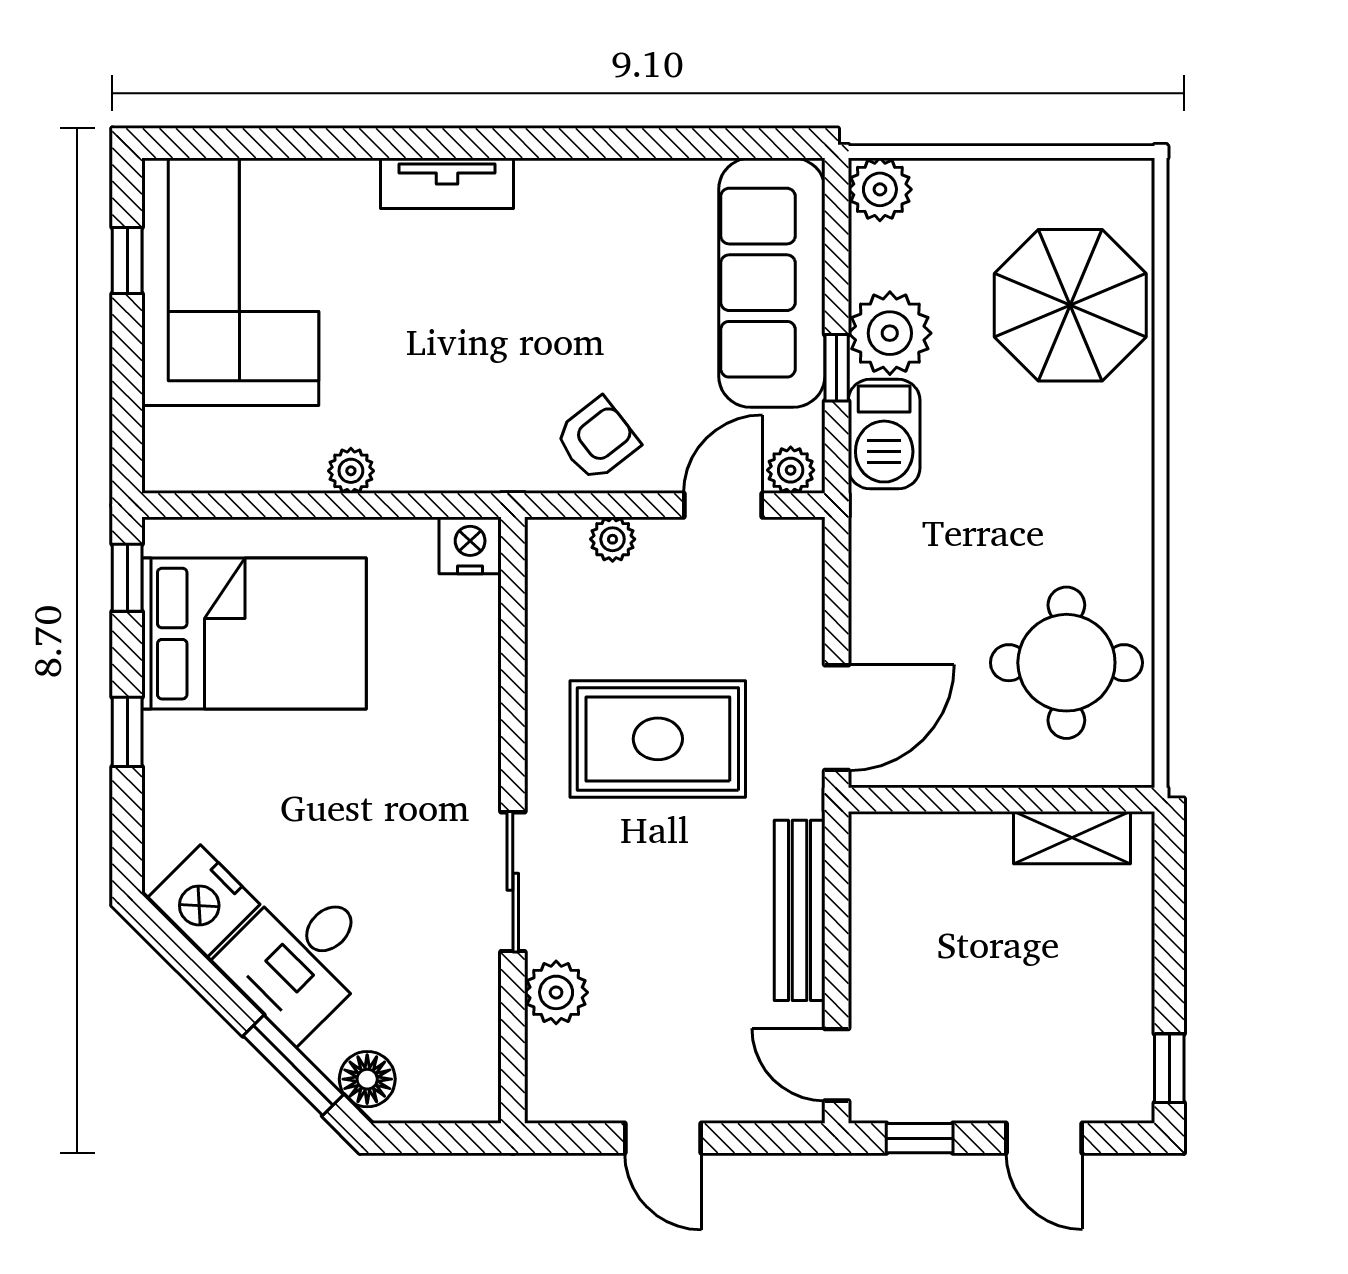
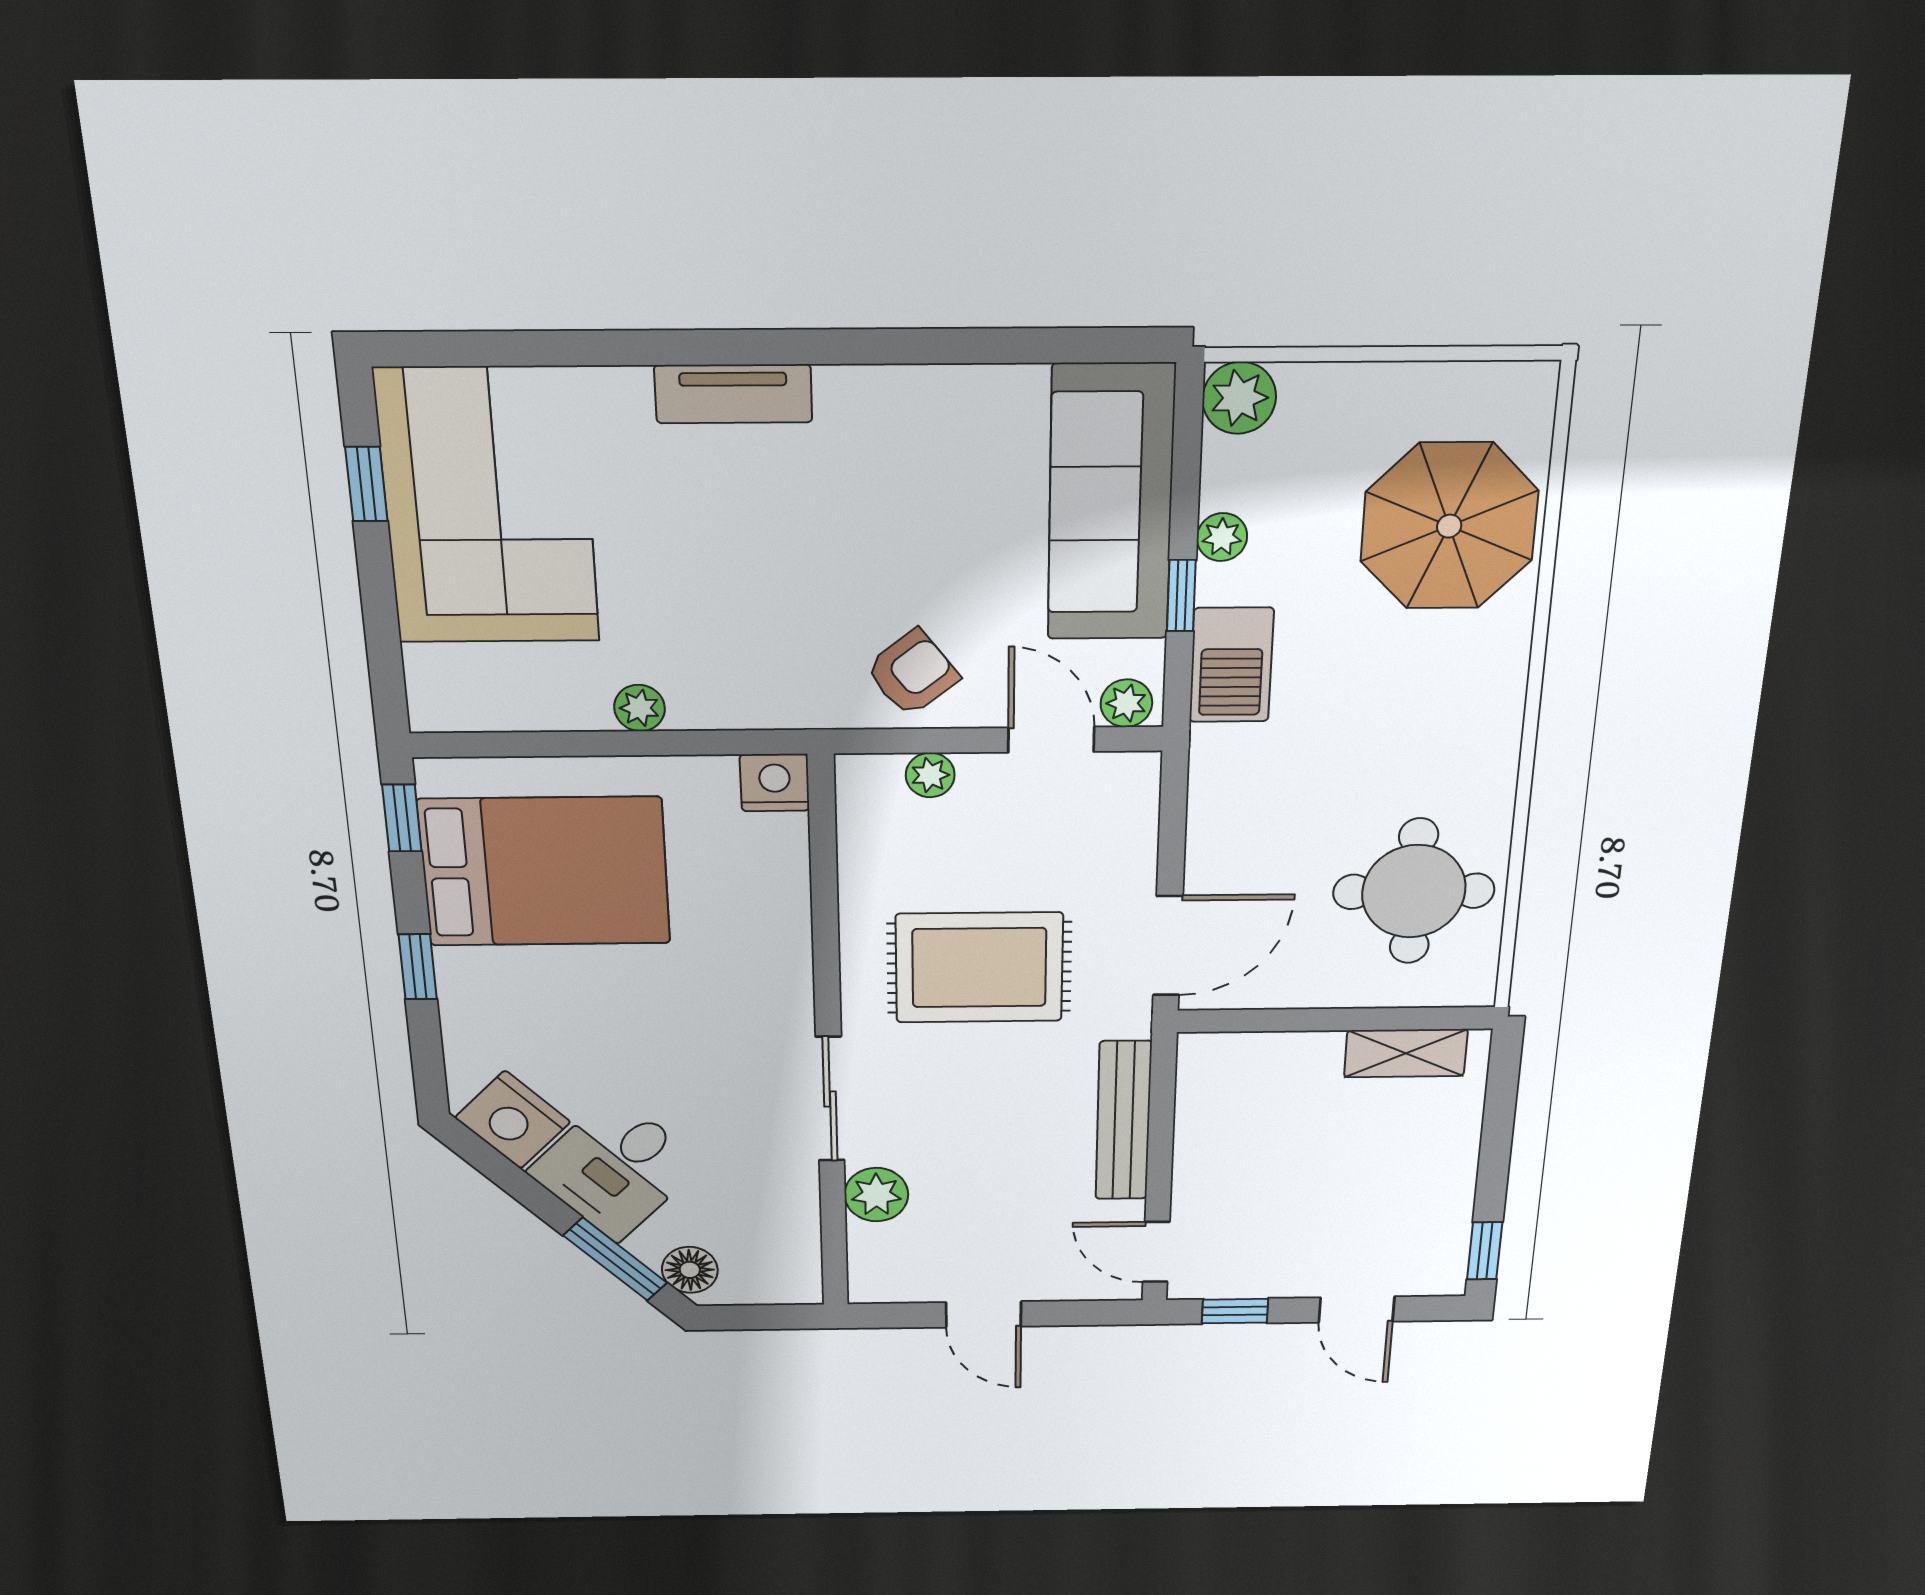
plant: (890, 333) -> (1222, 537), width x0.53, depth x0.53
door: (723, 505) -> (1051, 740), hinge flipped

